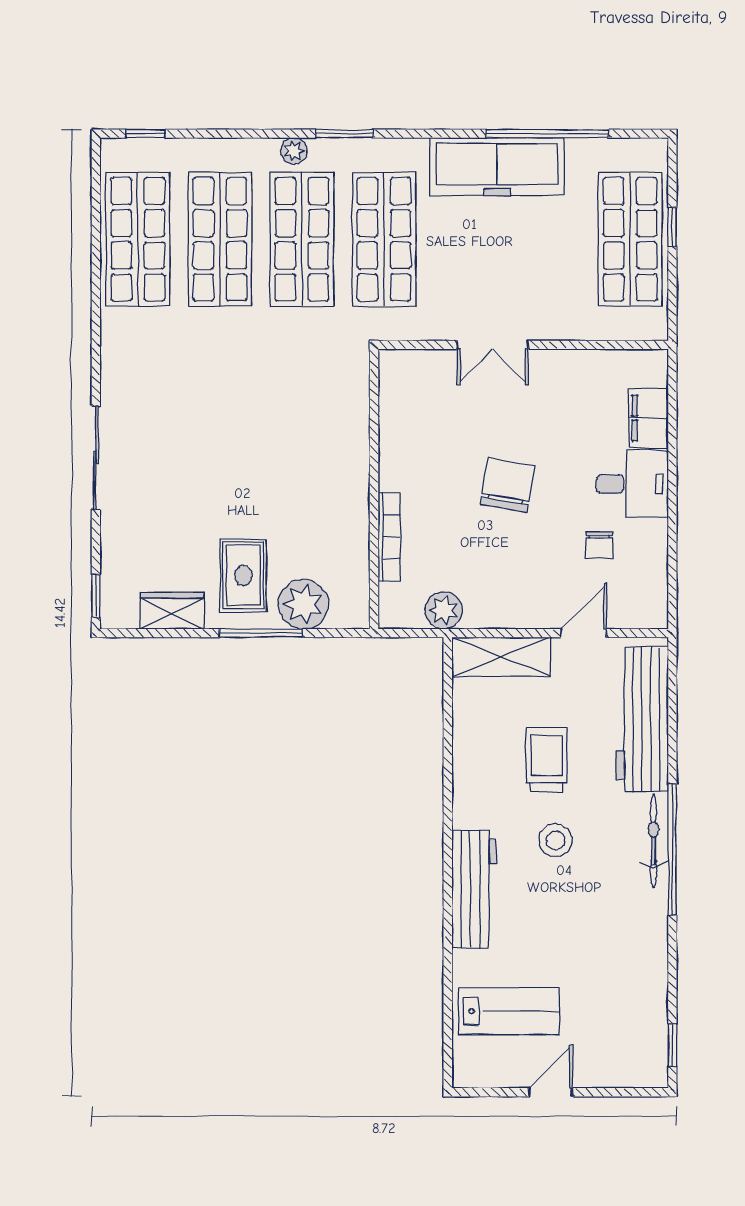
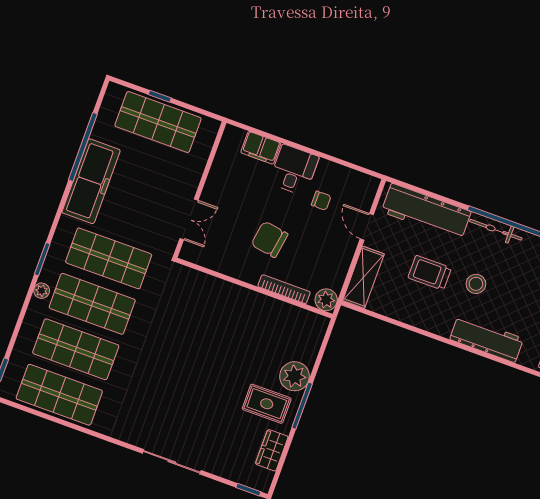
wall: (374, 489) -> (254, 288), moved
bookcase: (389, 537) -> (284, 289), moved

